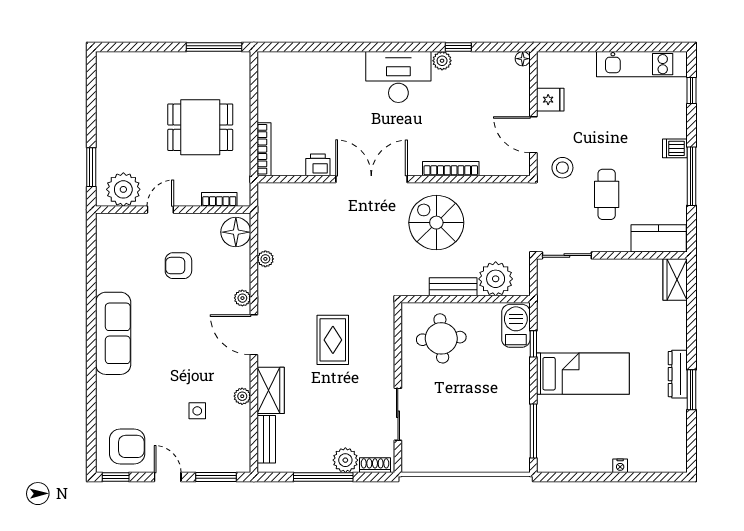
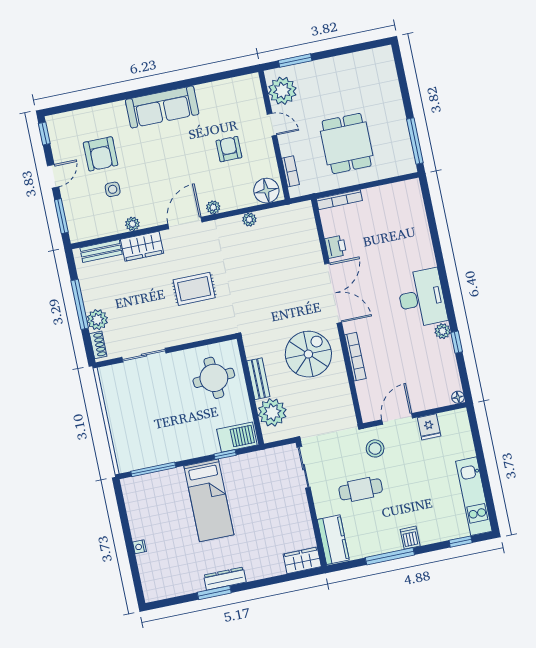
armchair: (127, 446) -> (101, 154), moved

